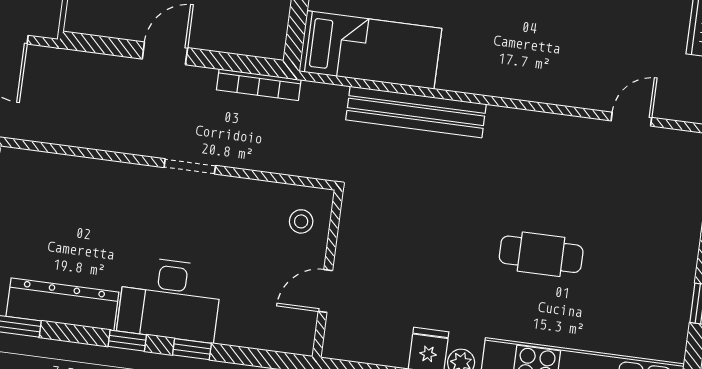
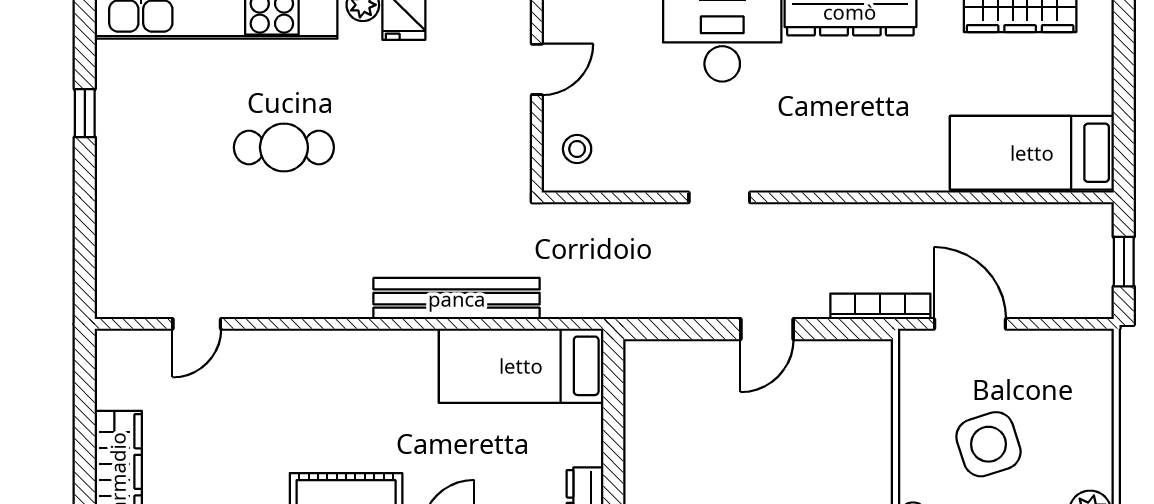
bookcase: (259, 85) -> (880, 306), moved

